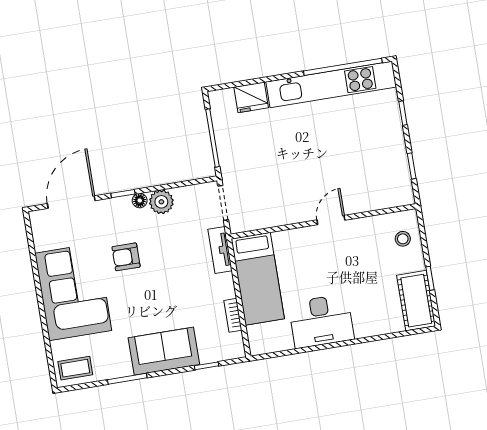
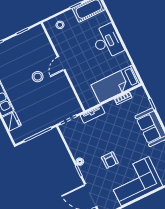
stool: (319, 169) -> (38, 77), added
plant: (161, 202) -> (77, 151), removed
door: (331, 220) -> (61, 63), hinge flipped
bed: (258, 279) -> (116, 84), moved, turned 180
desk: (321, 321) -> (107, 41), moved

